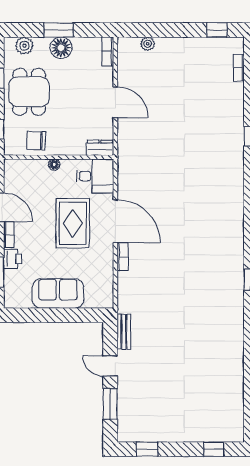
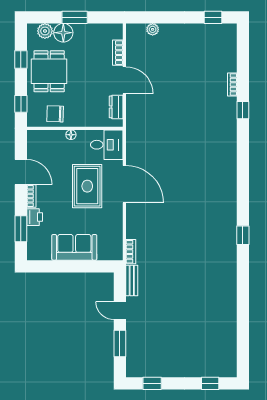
floor lamp: (61, 48) -> (63, 33), moved
bookcase: (108, 52) -> (118, 53), moved
bookcase: (239, 68) -> (232, 84), moved
dresser: (100, 148) -> (116, 107), moved, turned -90
bookcase: (123, 257) -> (131, 252), moved

